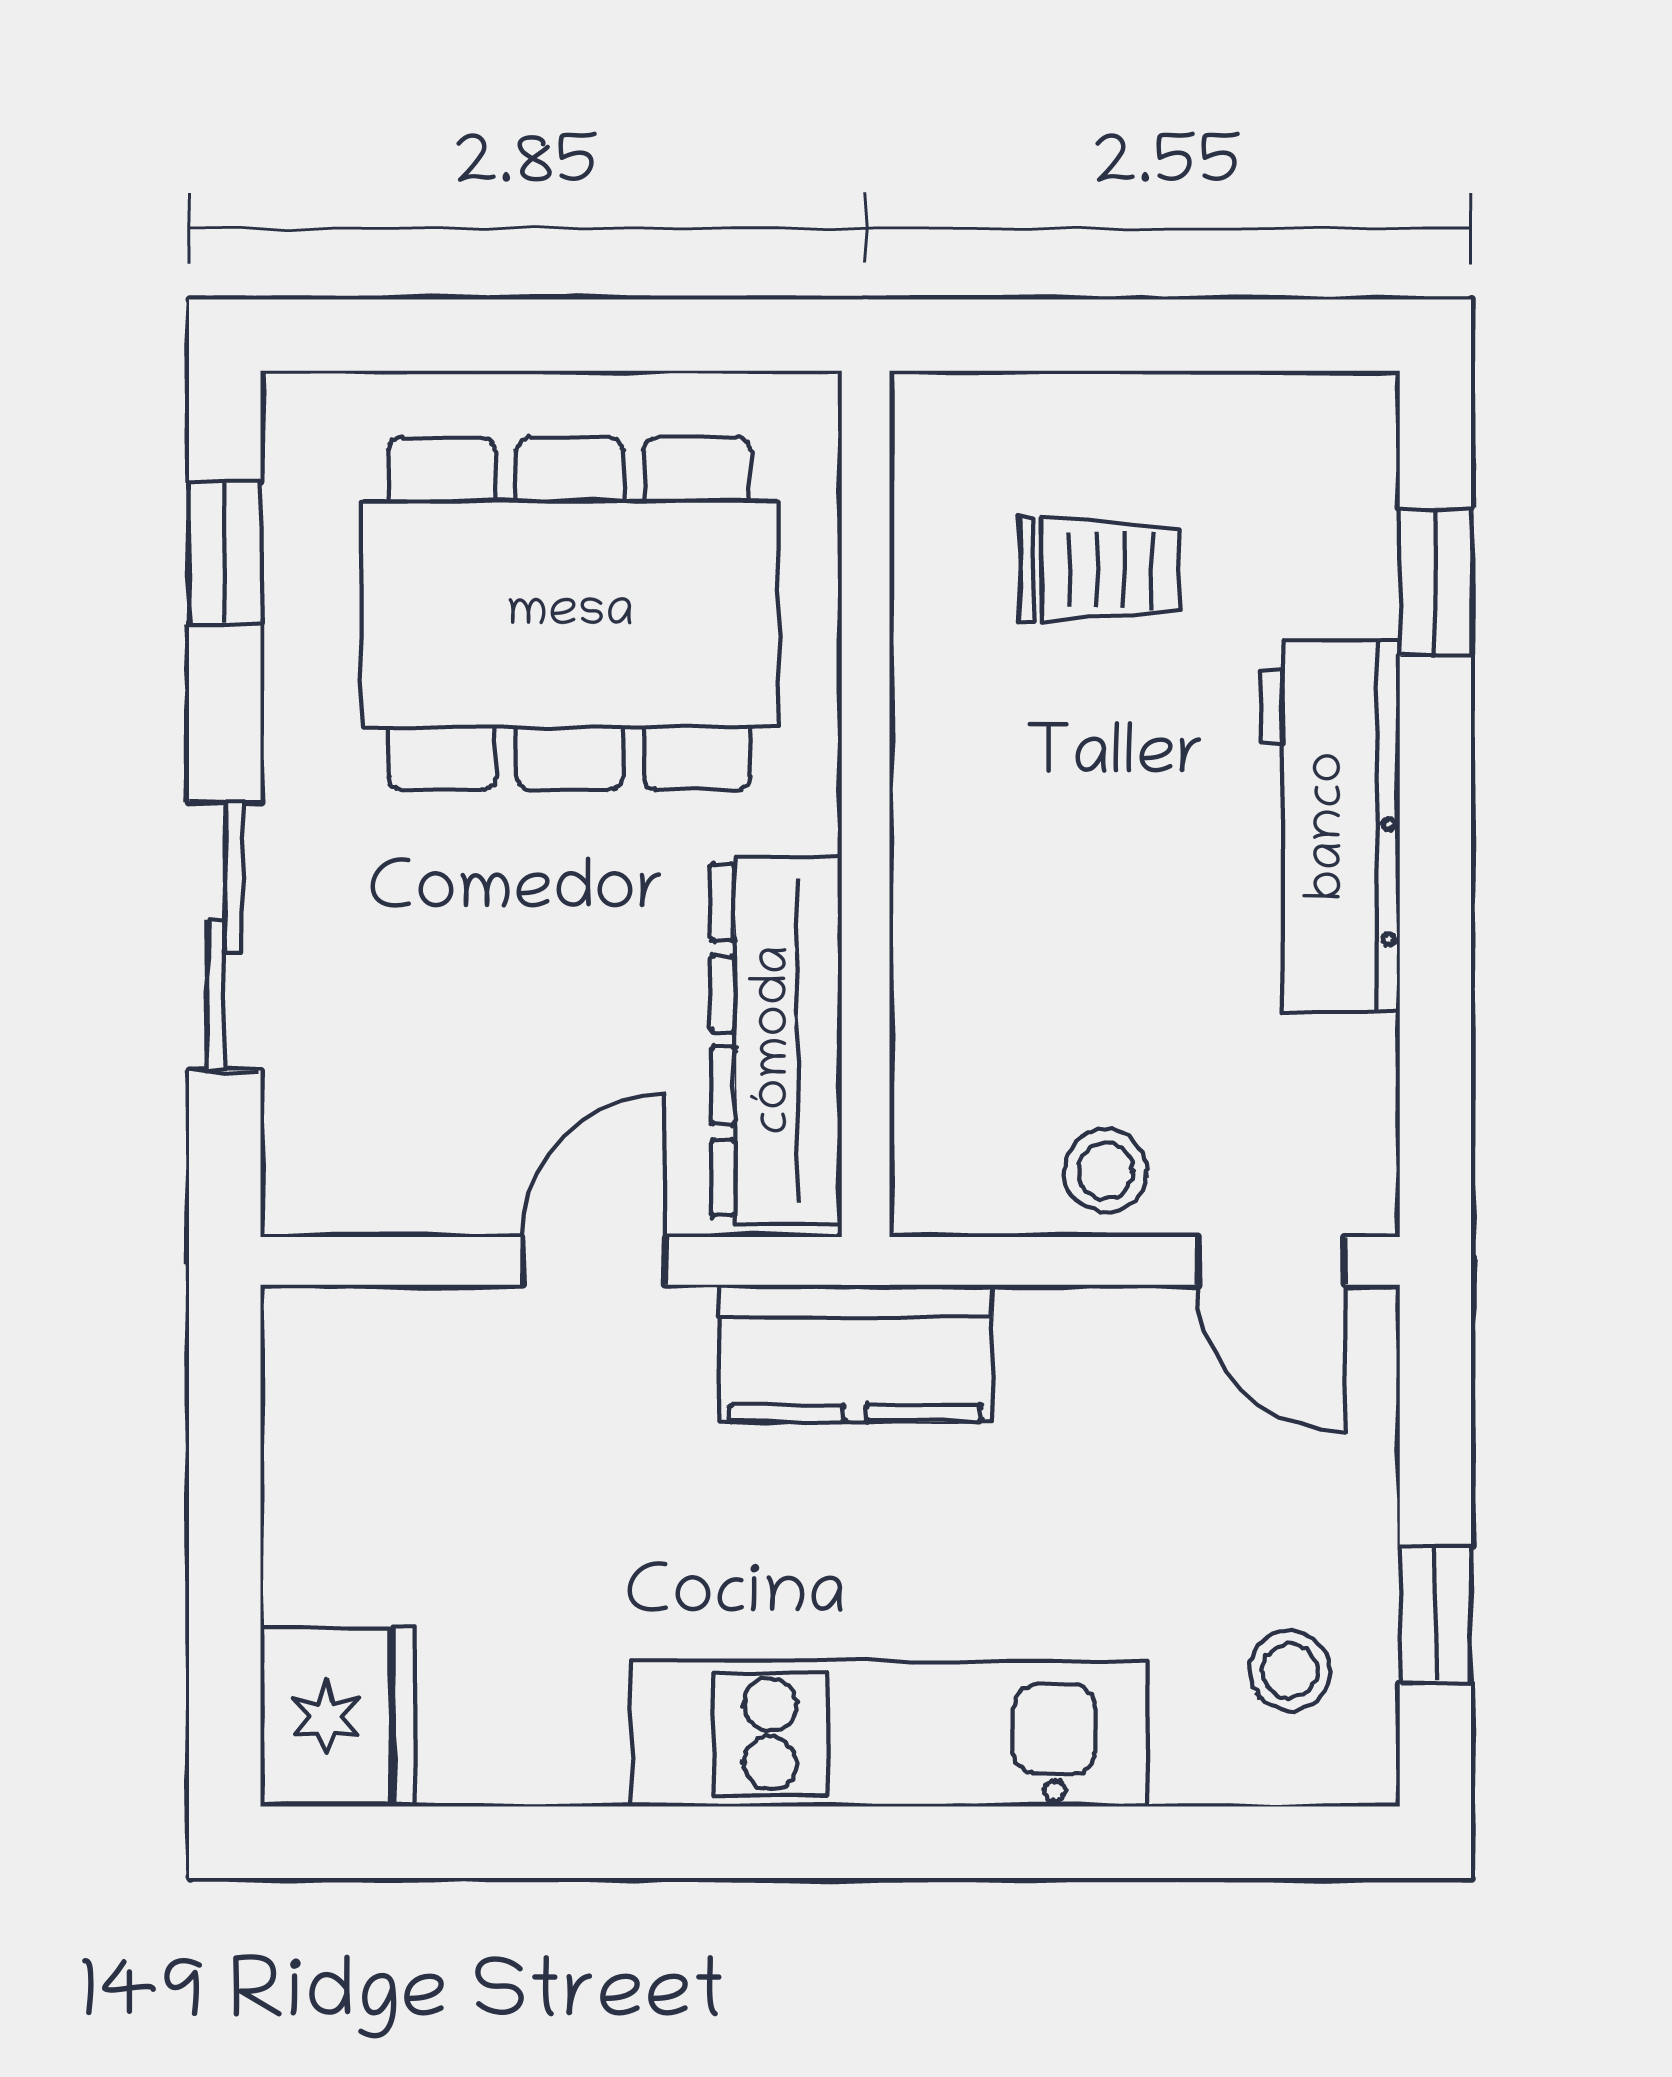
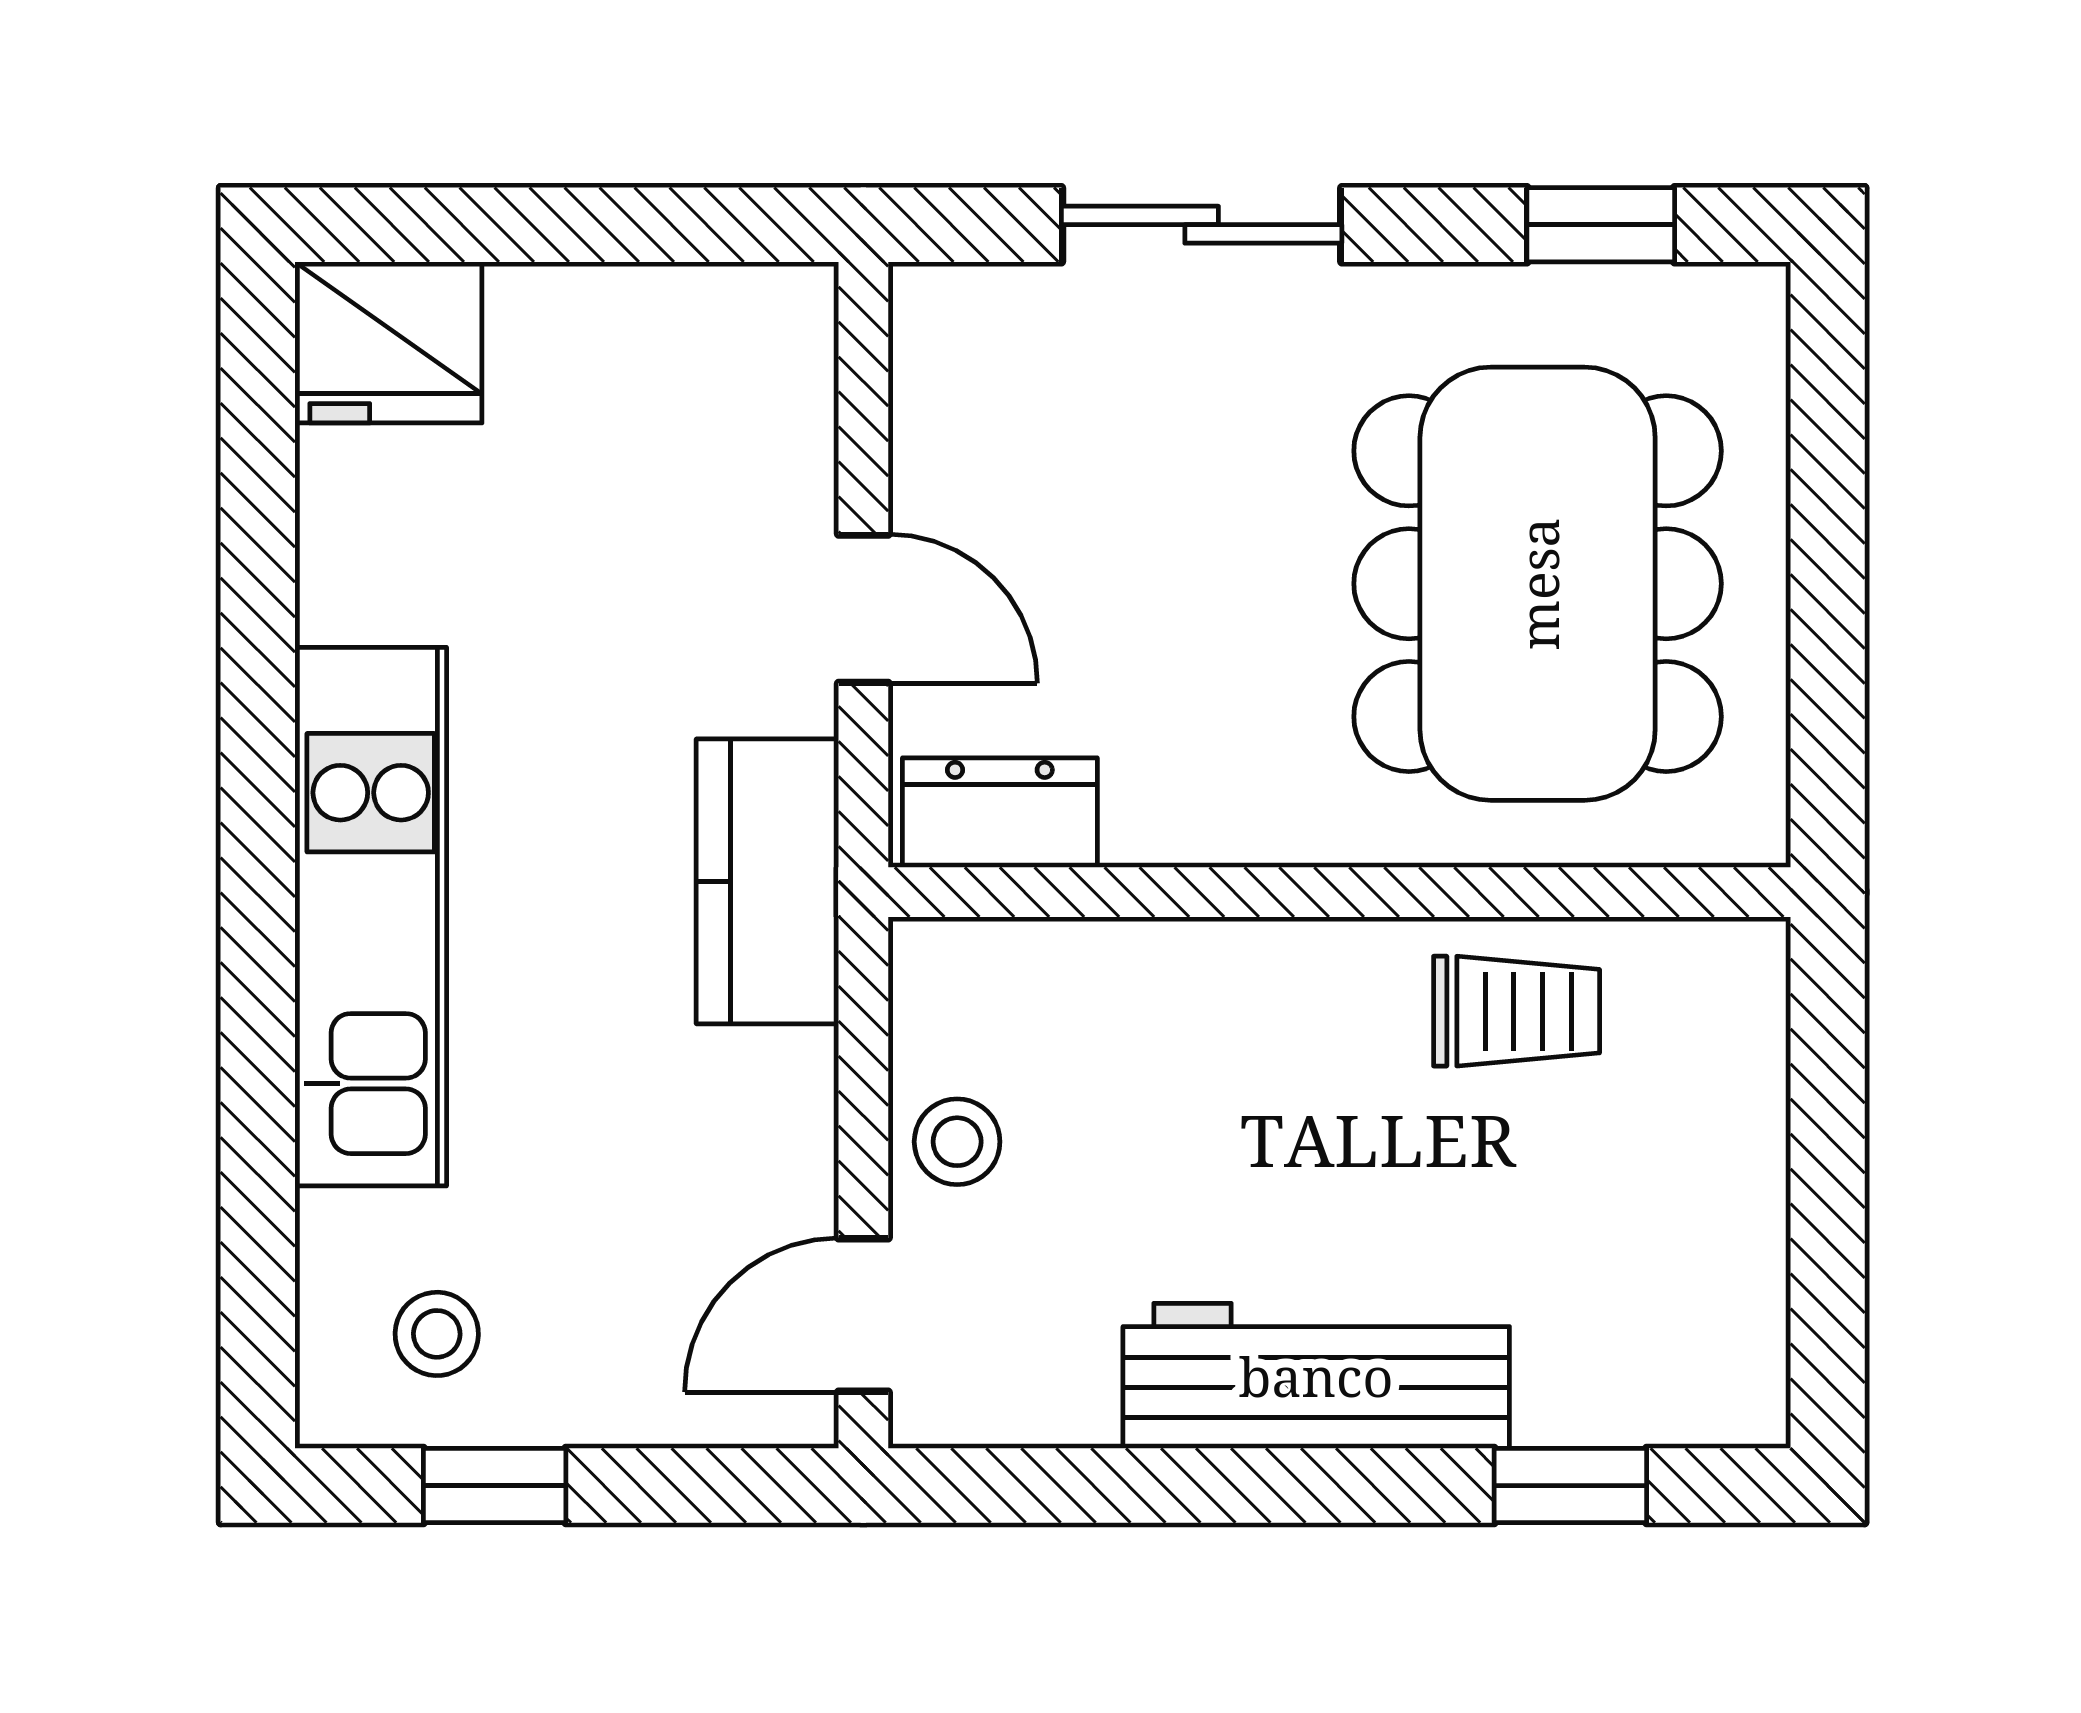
trolley: (1100, 569) -> (1517, 1011), moved, turned -90
dresser: (776, 1040) -> (1000, 813), width x0.51, depth x0.80

